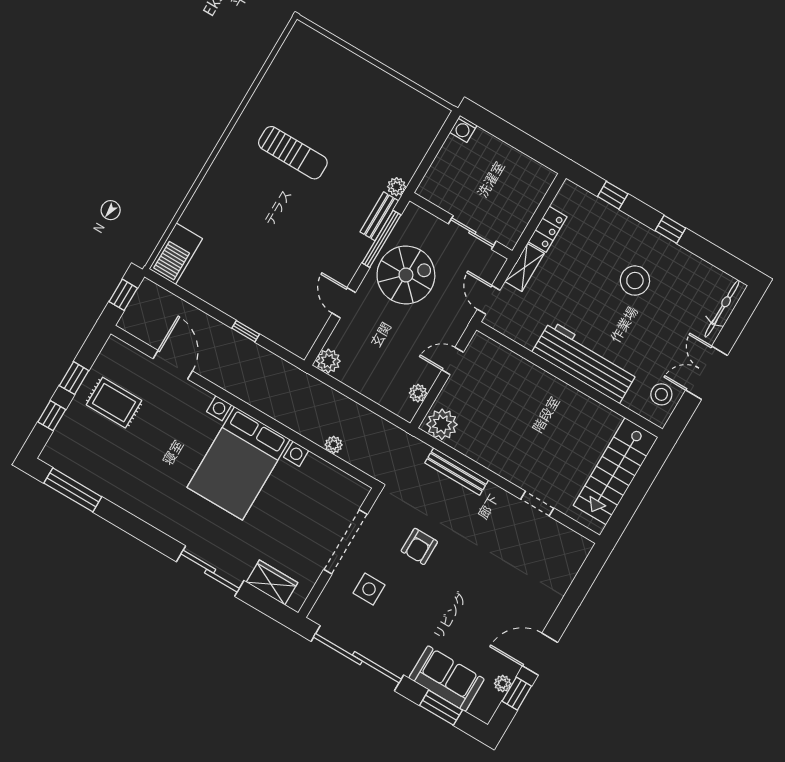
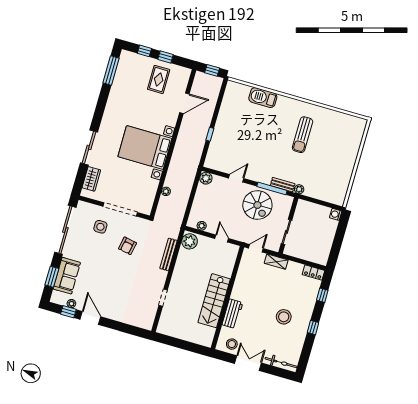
locker: (548, 229) -> (313, 273), moved
barbecue: (176, 254) -> (263, 98), moved
workbench: (585, 362) -> (232, 314), width x0.53, depth x0.76
stairs: (616, 471) -> (214, 301), moved, turned -90
armchair: (419, 546) -> (127, 246), turned -79

